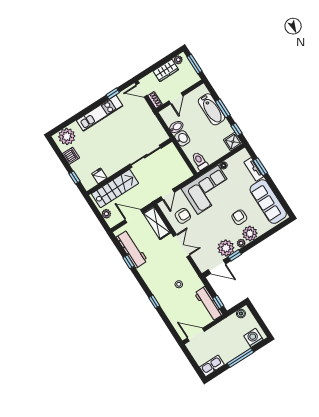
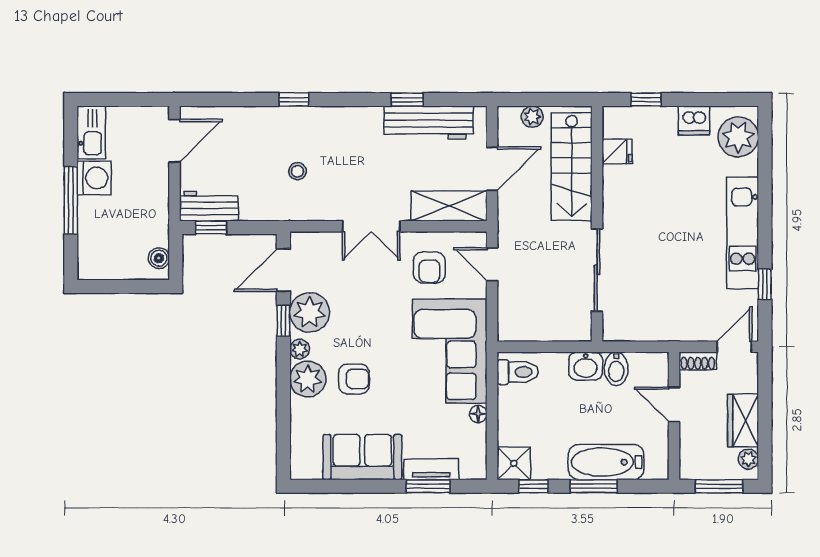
sofa: (268, 202) -> (362, 457), width x0.73
workbench: (209, 304) -> (209, 206), width x0.73
washing machine: (253, 338) -> (94, 178), moved

